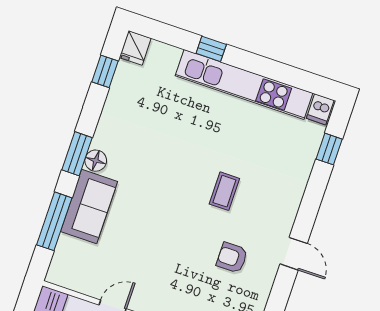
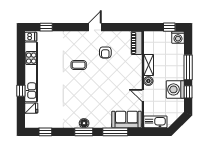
fridge: (135, 48) -> (31, 108), moved
sofa: (89, 206) -> (126, 119), moved

